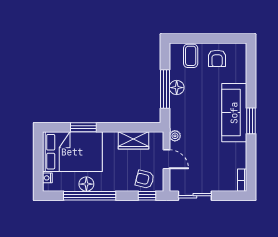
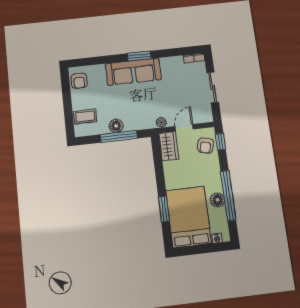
armchair: (217, 58) -> (79, 81), moved, turned 90
wardrobe: (134, 140) -> (169, 146), moved
sliding door: (195, 196) -> (213, 87), moved

